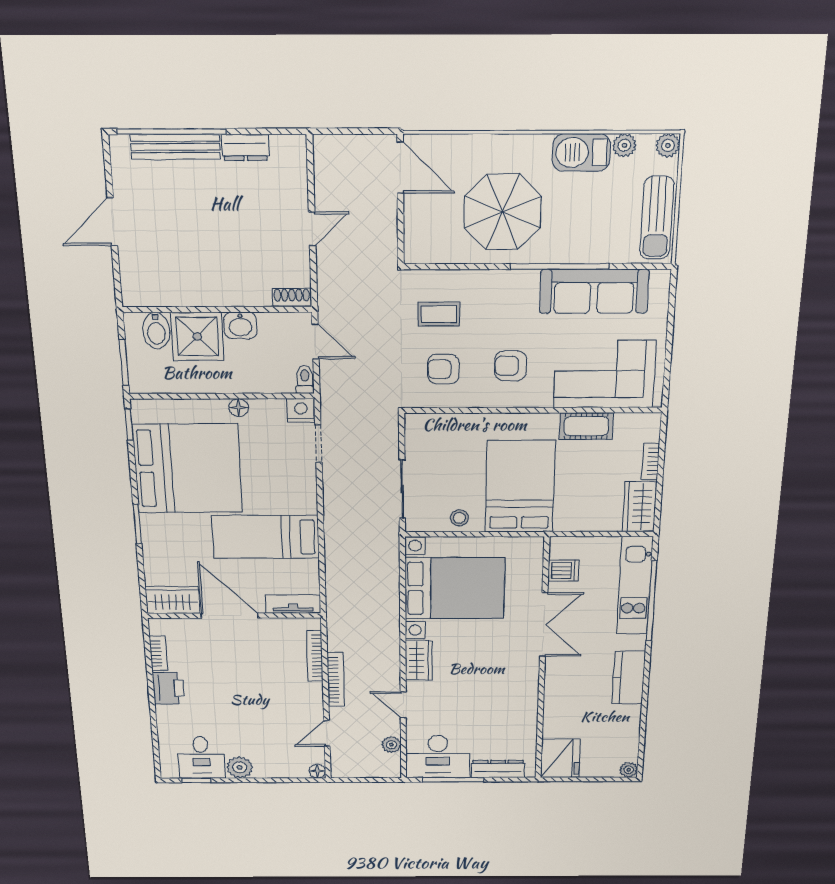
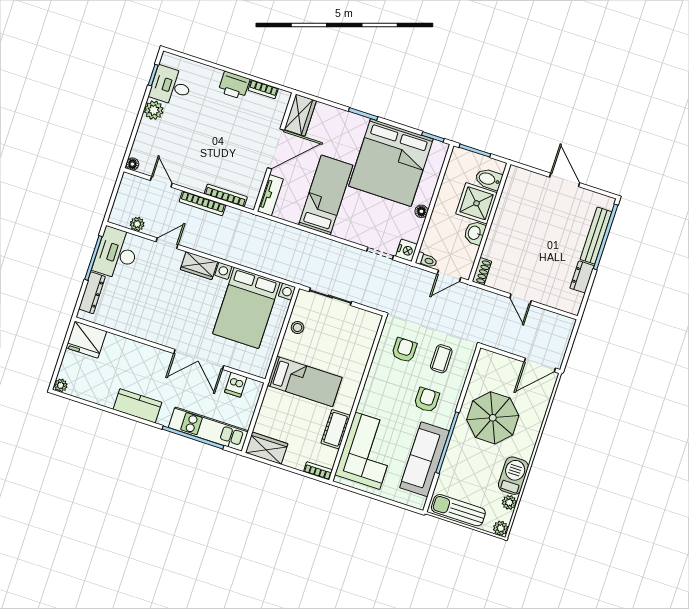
armchair: (511, 366) -> (427, 400), moved
bookcase: (651, 461) -> (318, 471), moved
bed: (520, 487) -> (305, 381), width x0.67

